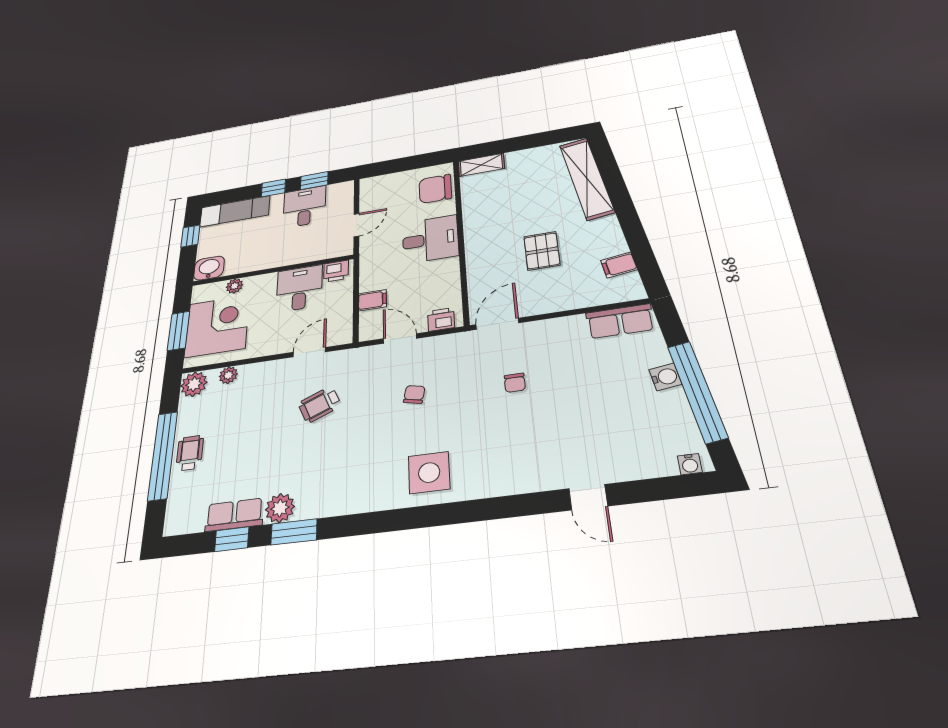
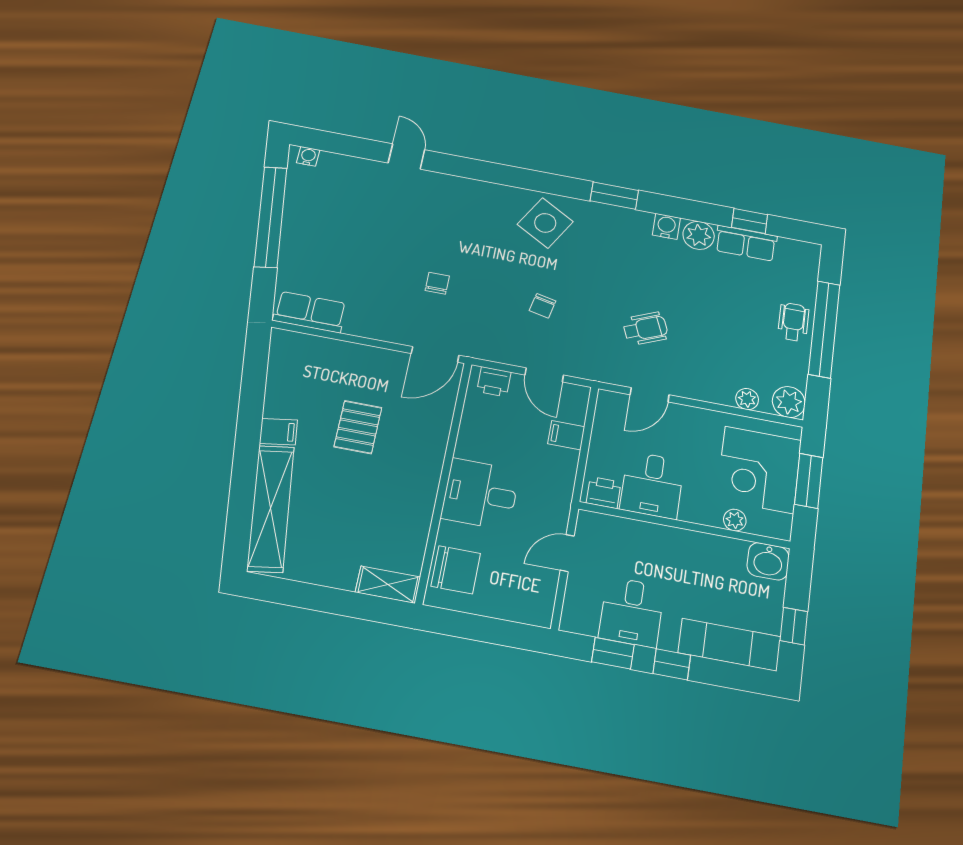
filing cabinet: (619, 265) -> (278, 432), moved
water cooler: (665, 377) -> (666, 226), moved, turned 98
wheelchair: (190, 453) -> (793, 322), turned 180
side table: (429, 473) -> (545, 223), turned 30
window: (294, 532) -> (614, 196), moved

